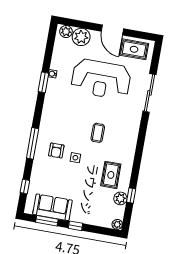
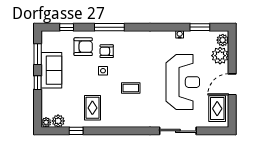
reception desk: (101, 79) -> (183, 82), turned 180
window: (43, 82) -> (200, 27), moved
armchair: (48, 173) -> (83, 47), added
rug: (111, 175) -> (92, 108), turned 90
plant: (120, 198) -> (58, 121), moved
sofa: (52, 207) -> (51, 70), moved

